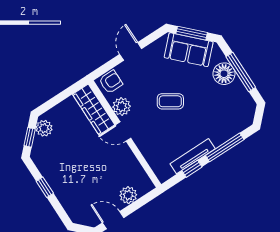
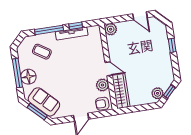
coffee table: (170, 101) -> (42, 52), moved
window: (45, 187) -> (172, 45), moved
plant: (128, 195) -> (111, 29), moved

